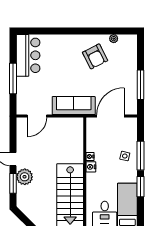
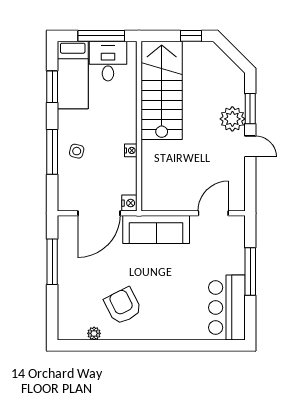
nightstand: (91, 167) -> (129, 203), moved
window: (141, 187) -> (52, 87), moved

